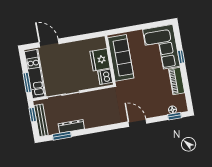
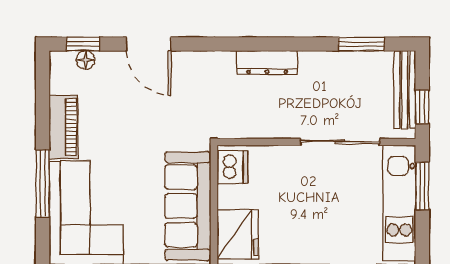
window: (181, 57) -> (43, 183), width x2.17
fridge: (100, 60) -> (238, 235), moved
door: (137, 123) -> (149, 44), moved
dresser: (71, 126) -> (267, 62), moved

